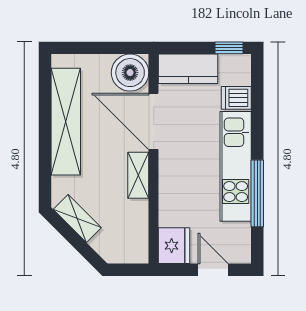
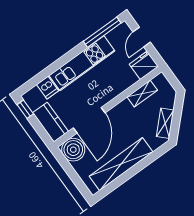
shelving: (138, 175) -> (142, 94), moved
window: (257, 193) -> (102, 32), moved

